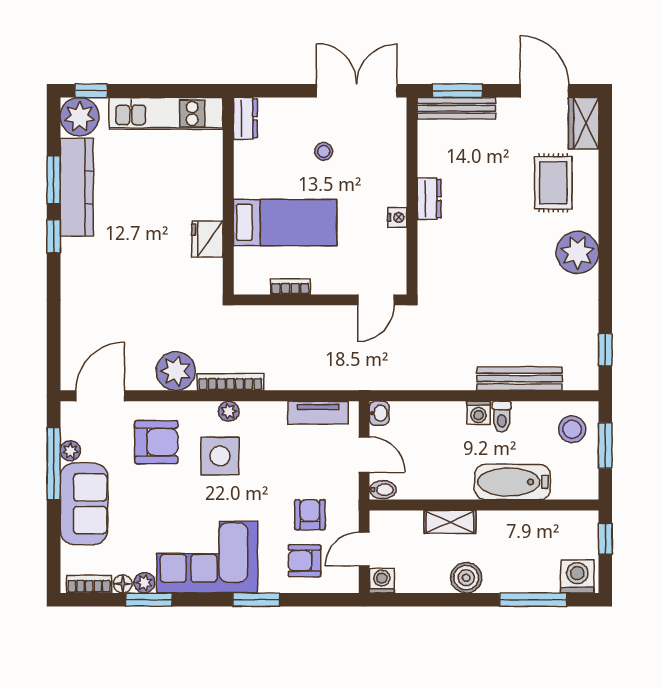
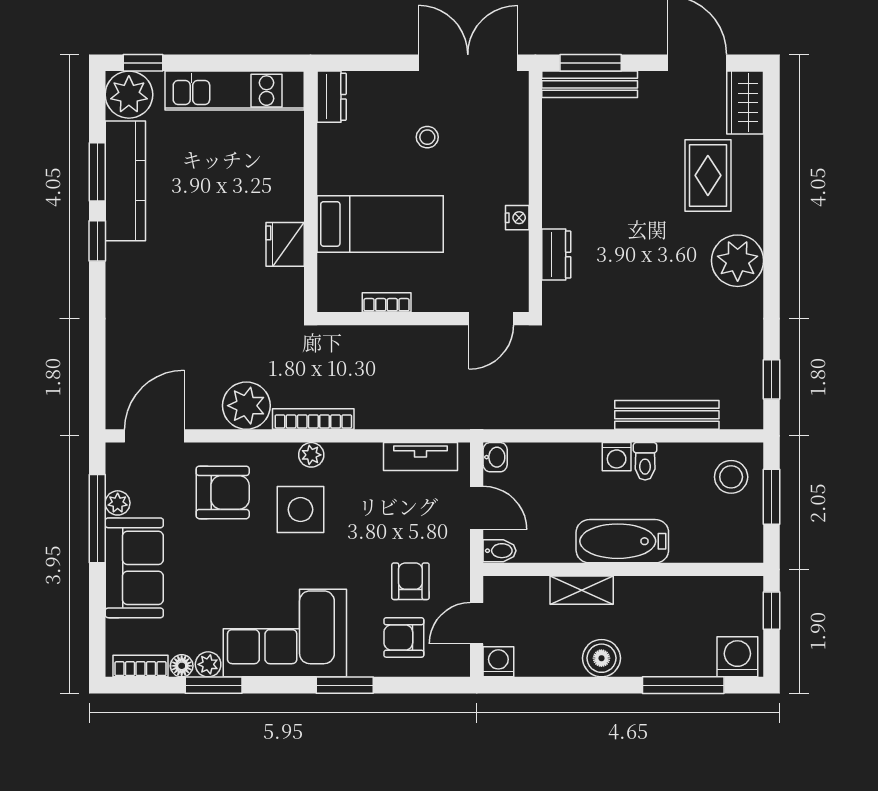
dresser: (429, 199) -> (556, 255), moved
bathtub: (512, 482) -> (622, 541), moved

